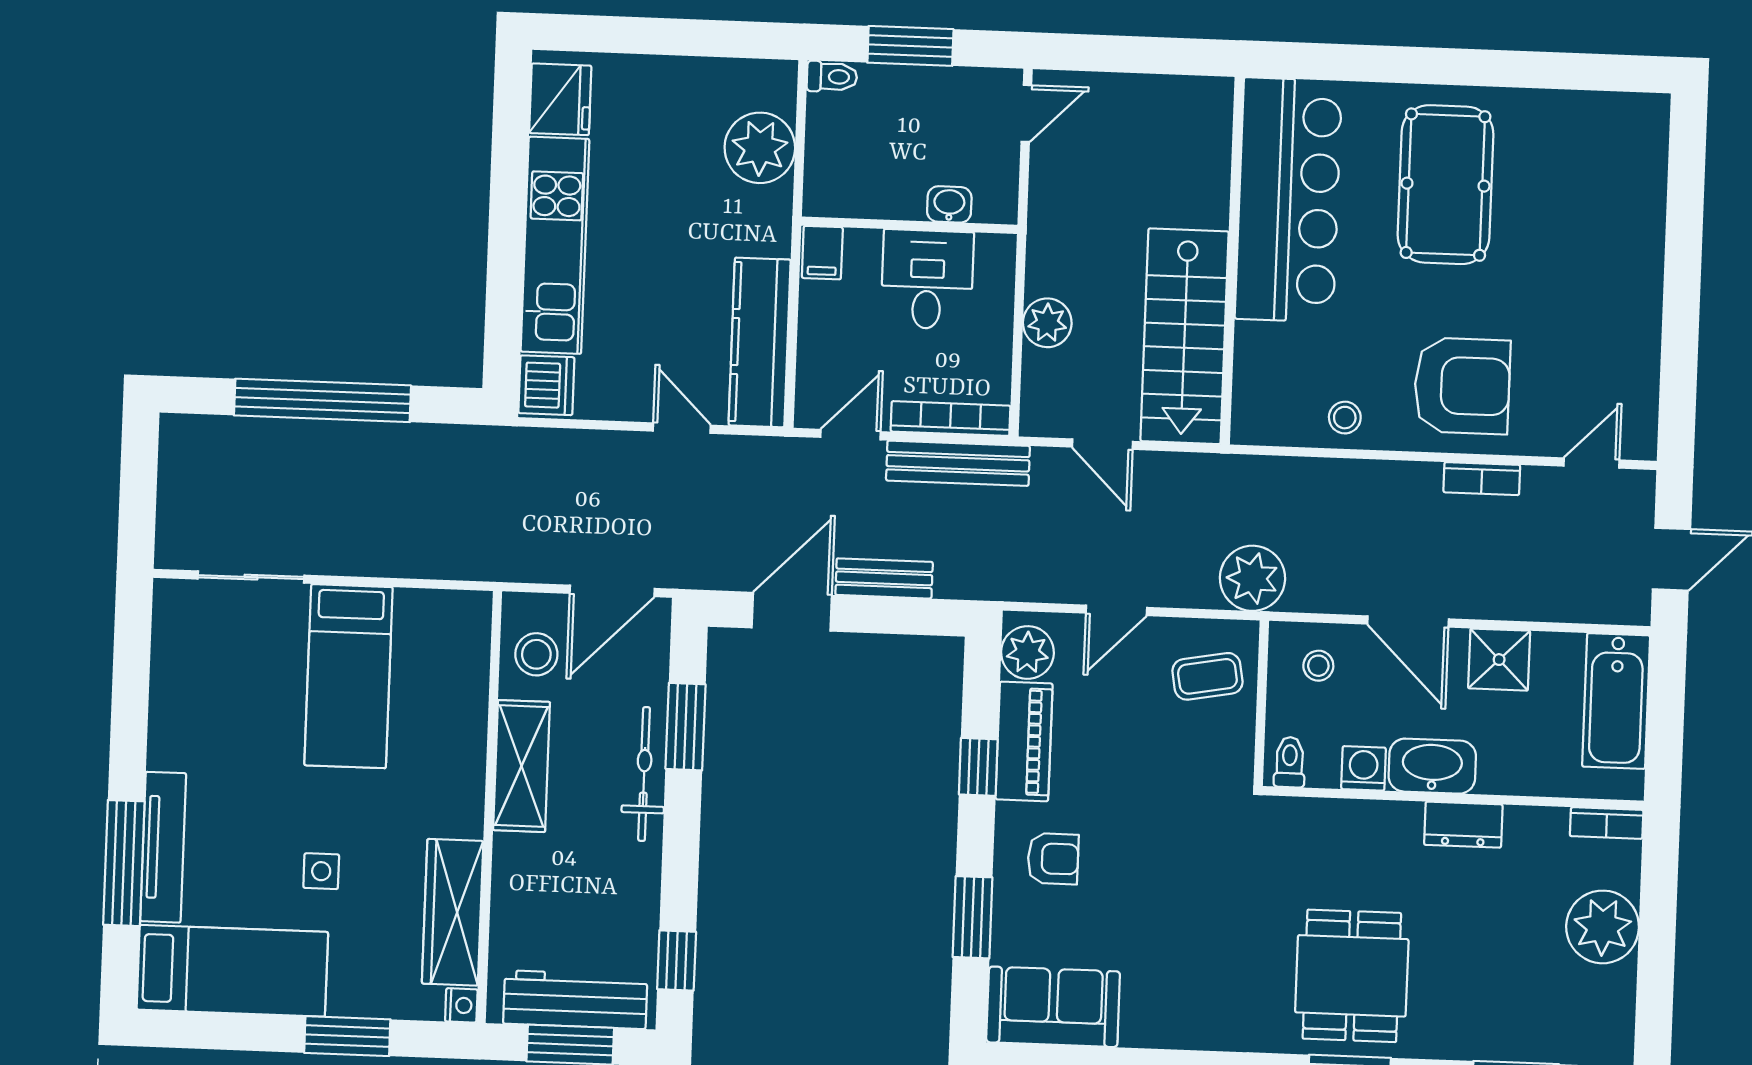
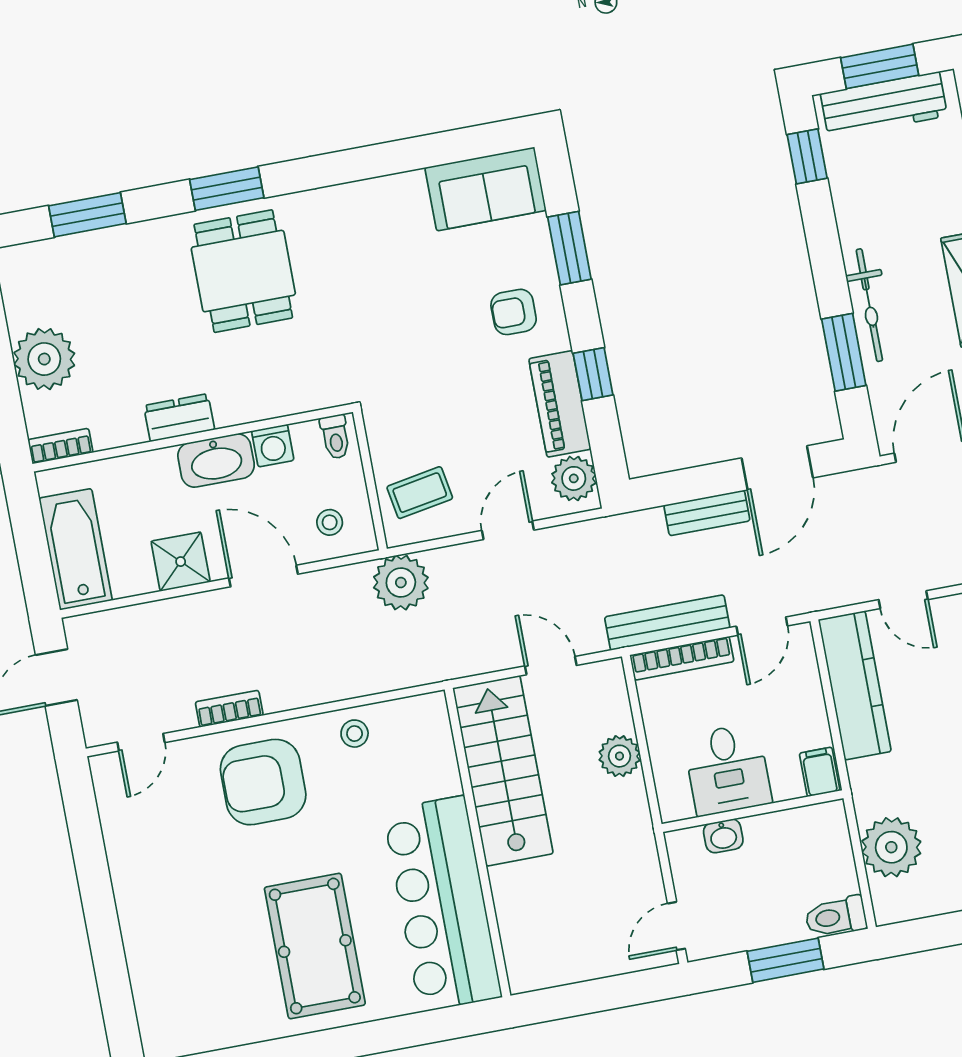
toilet: (832, 77) -> (836, 917), width x1.37, depth x1.39

